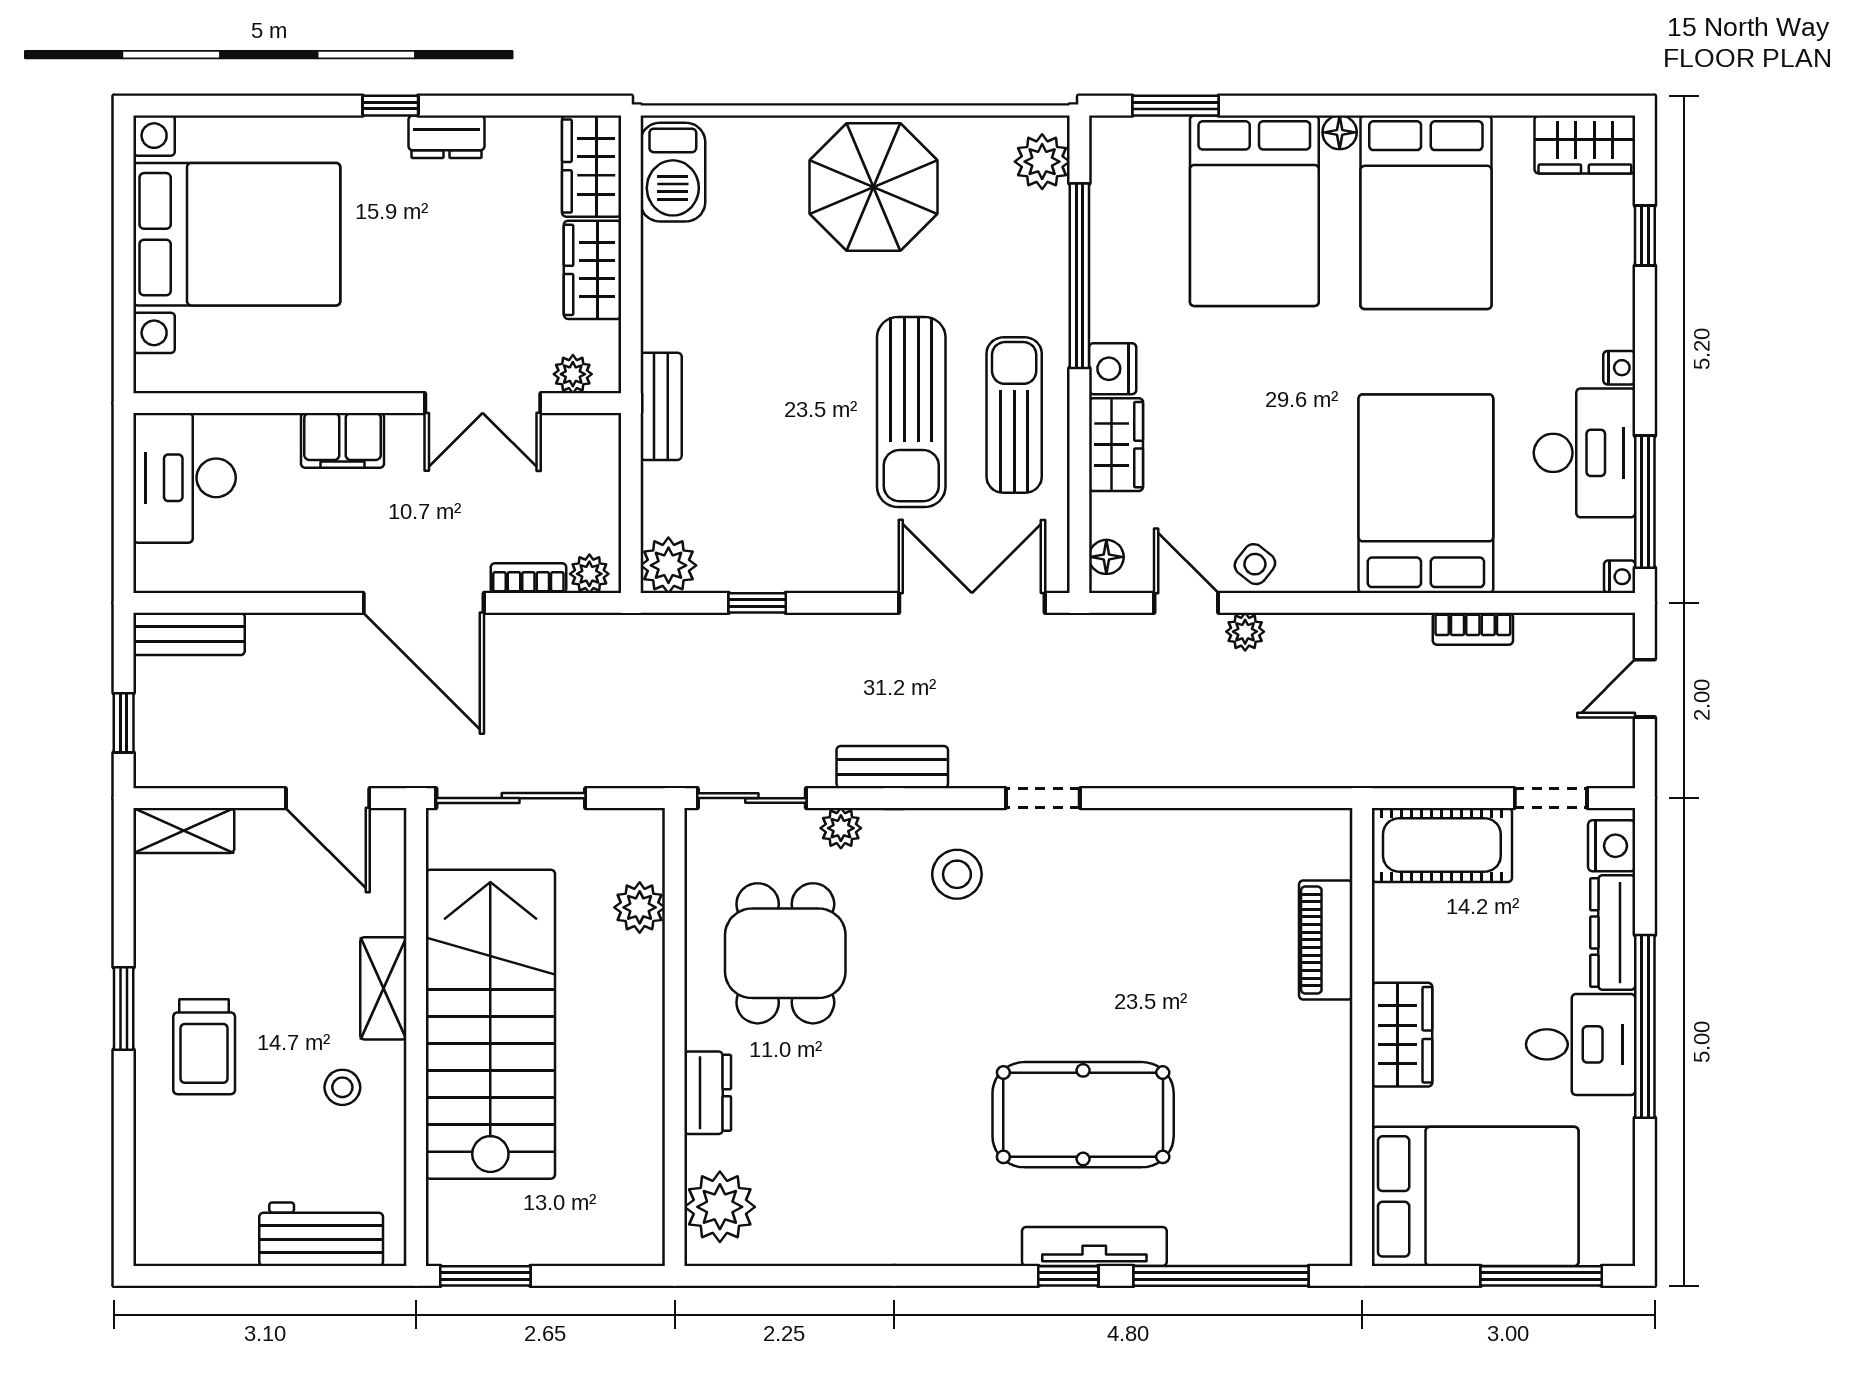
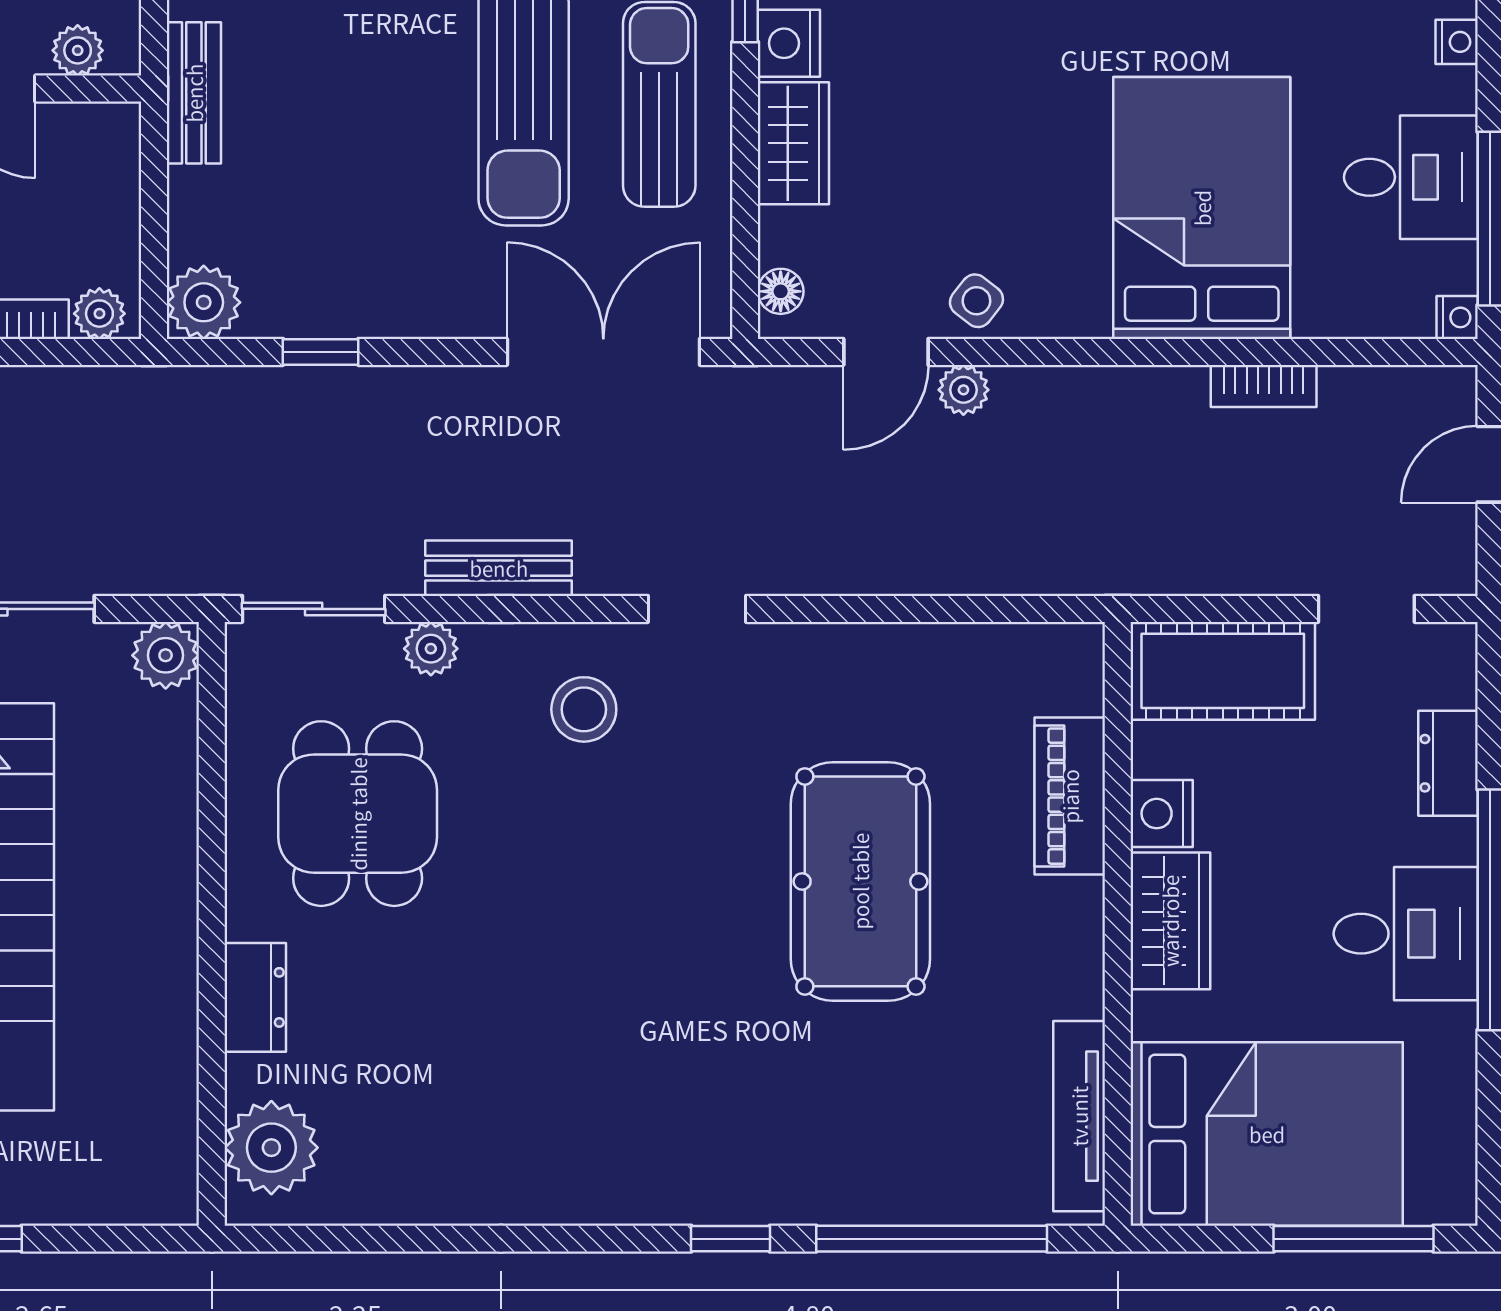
desk: (1585, 453) -> (1411, 177), width x0.73
door: (1186, 603) -> (886, 352), swing flipped
nightstand: (1612, 846) -> (1162, 814), moved, turned 180
plant: (640, 907) -> (166, 655), moved
dresser: (1613, 933) -> (1448, 763), width x0.70
pool table: (1083, 1115) -> (860, 881), moved, turned 90
tv unit: (1094, 1247) -> (1079, 1116), moved, turned -90

